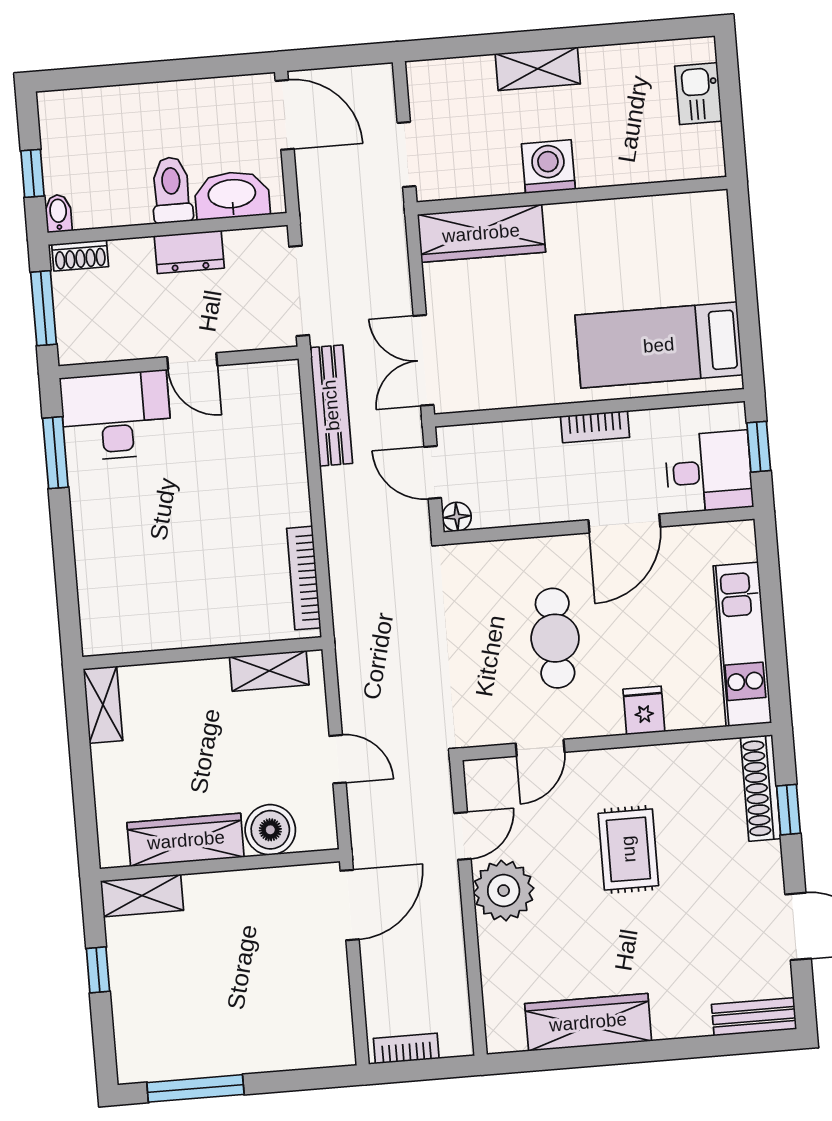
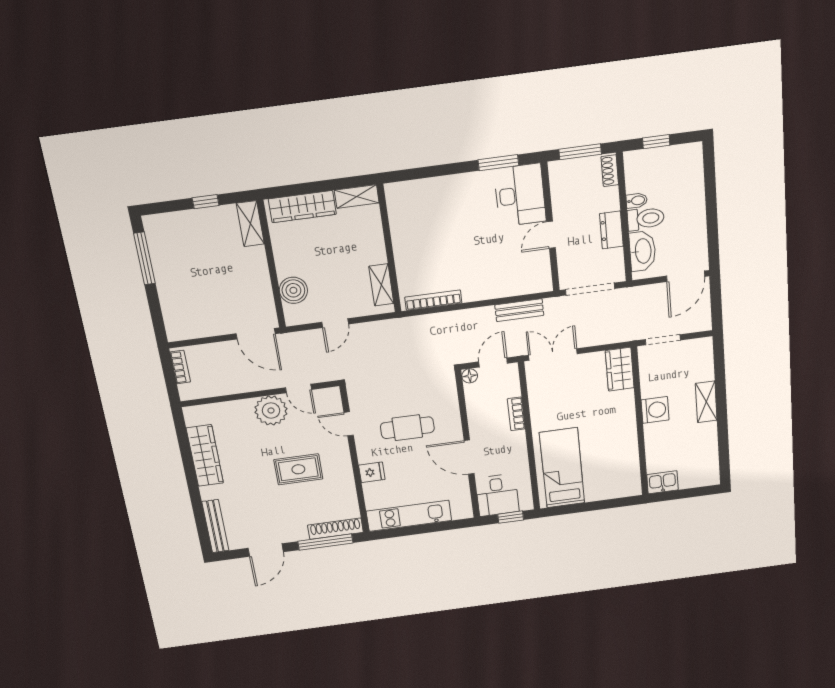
kitchen sink: (698, 94) -> (662, 482), moved
bidet: (58, 213) -> (637, 201), moved
wardrobe: (481, 233) -> (620, 369), width x0.67
bench: (331, 405) -> (519, 310), width x0.73
bookcase: (595, 427) -> (516, 414), moved
window: (789, 810) -> (325, 542), width x2.17
wardrobe: (186, 840) -> (302, 207), moved, turned 90
bench: (754, 1017) -> (215, 526), width x1.36

